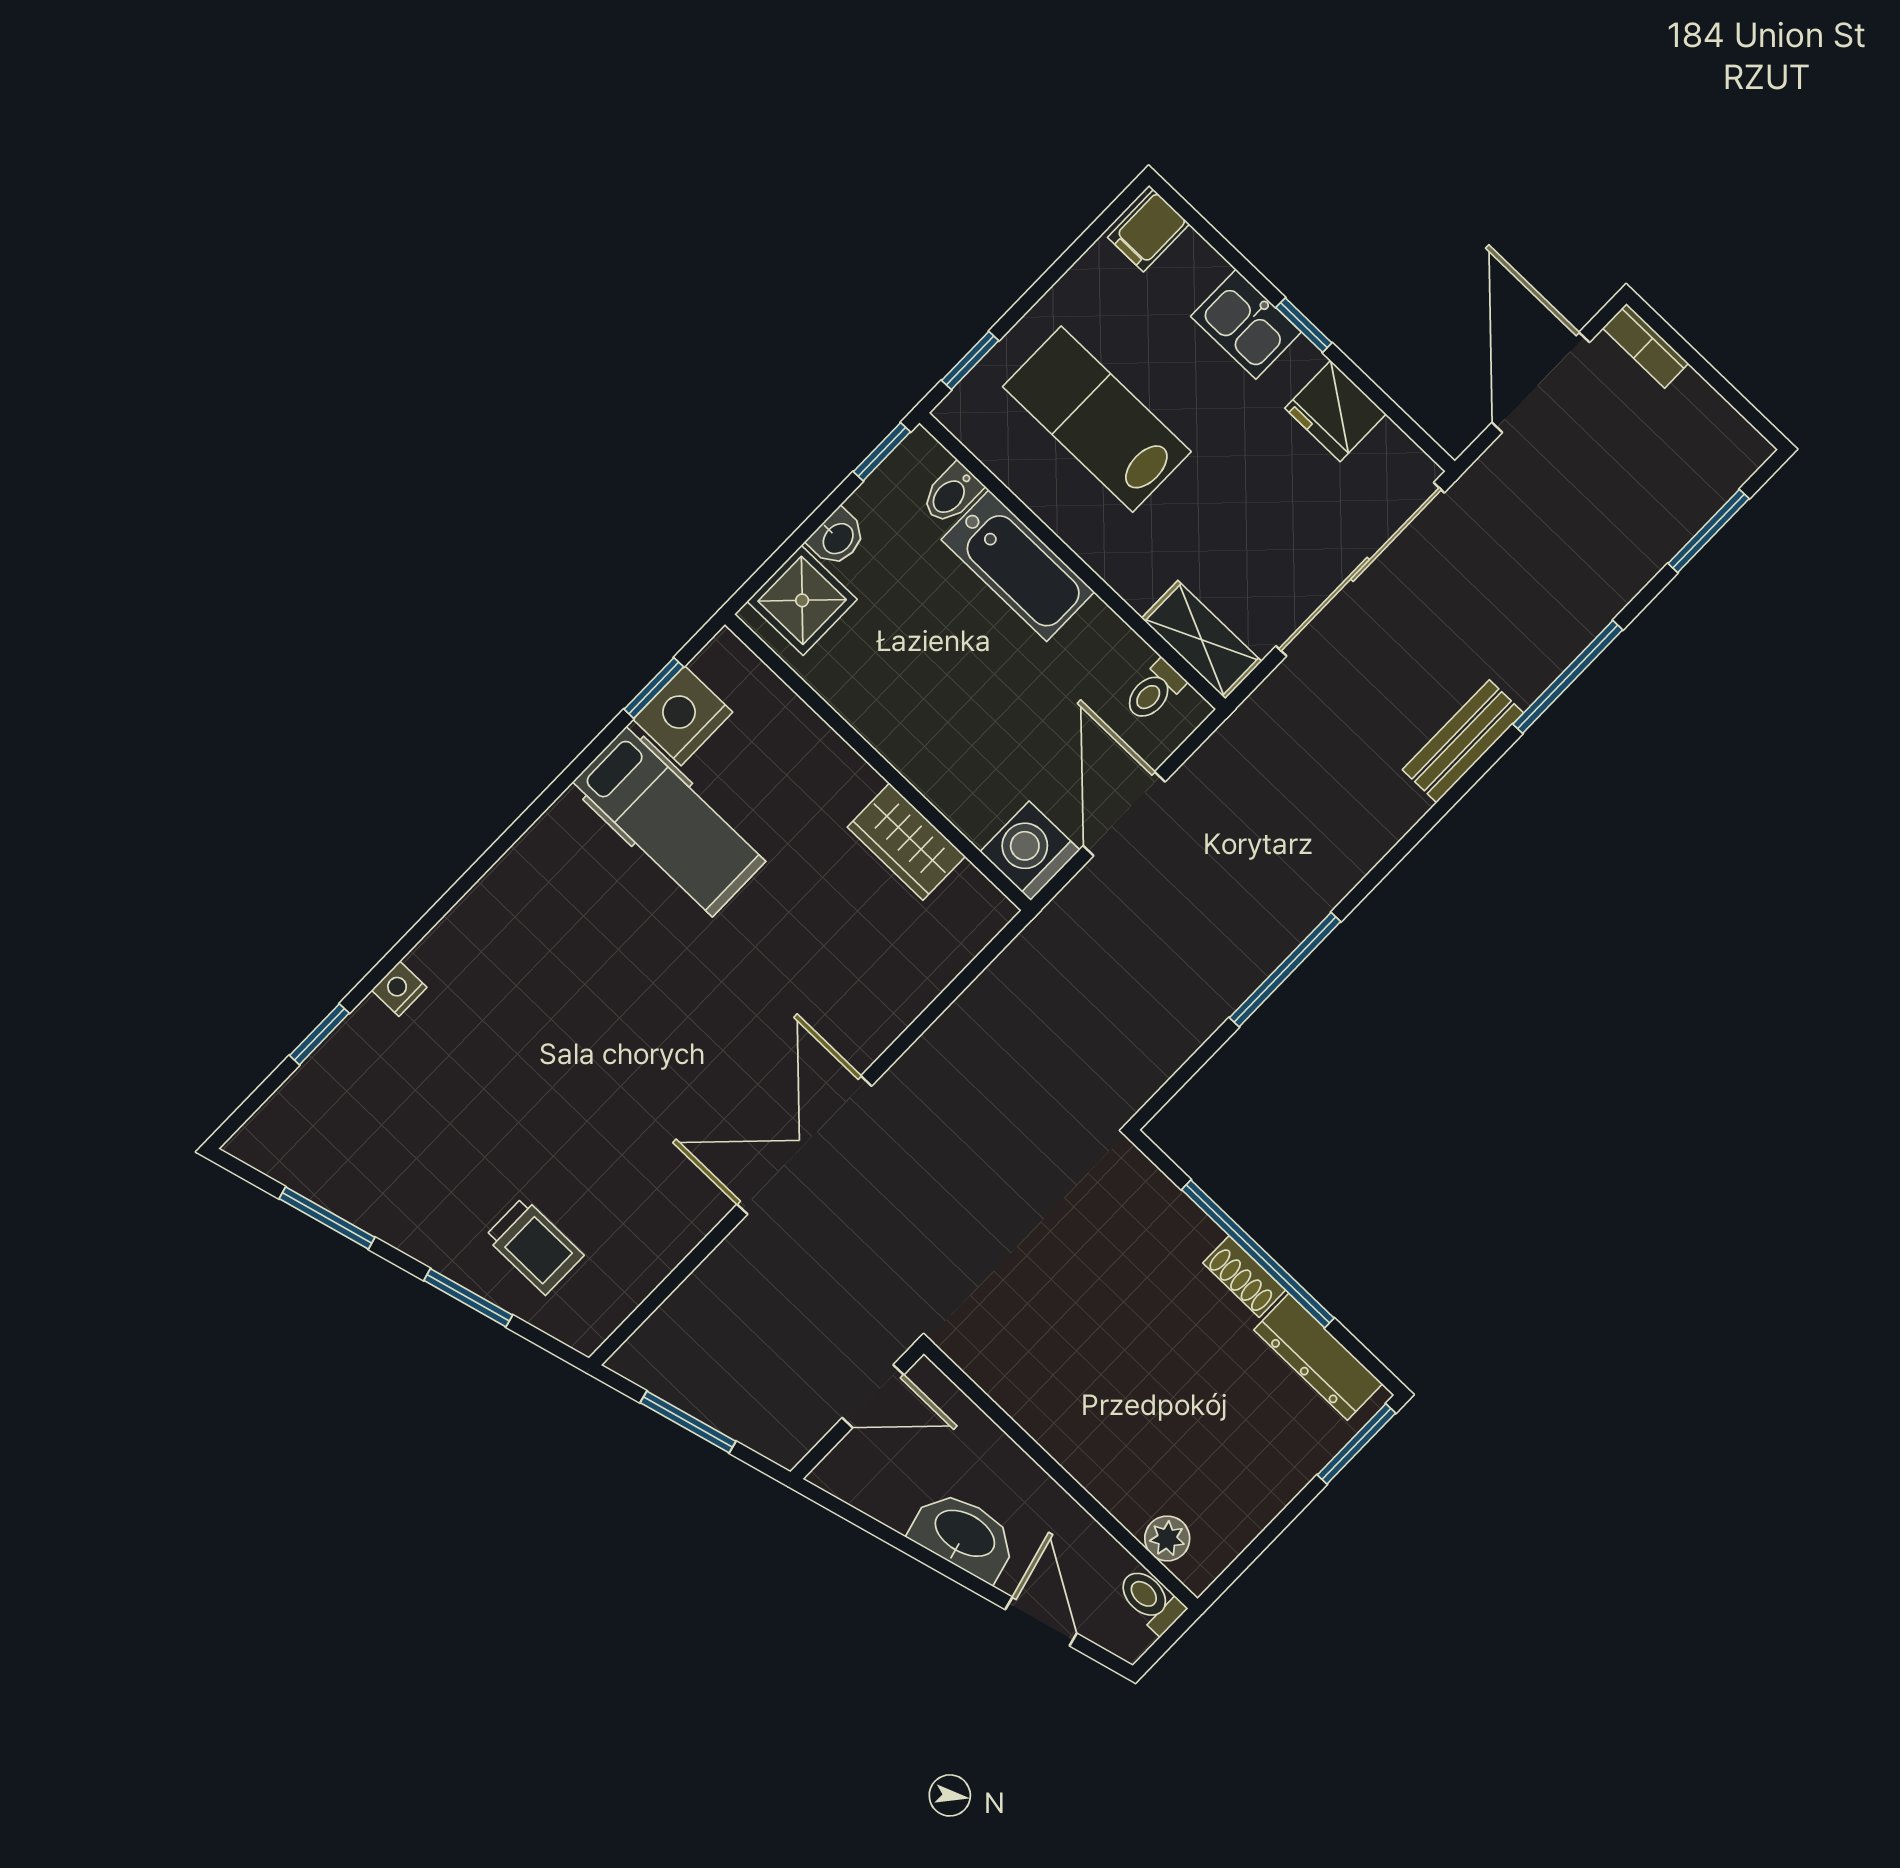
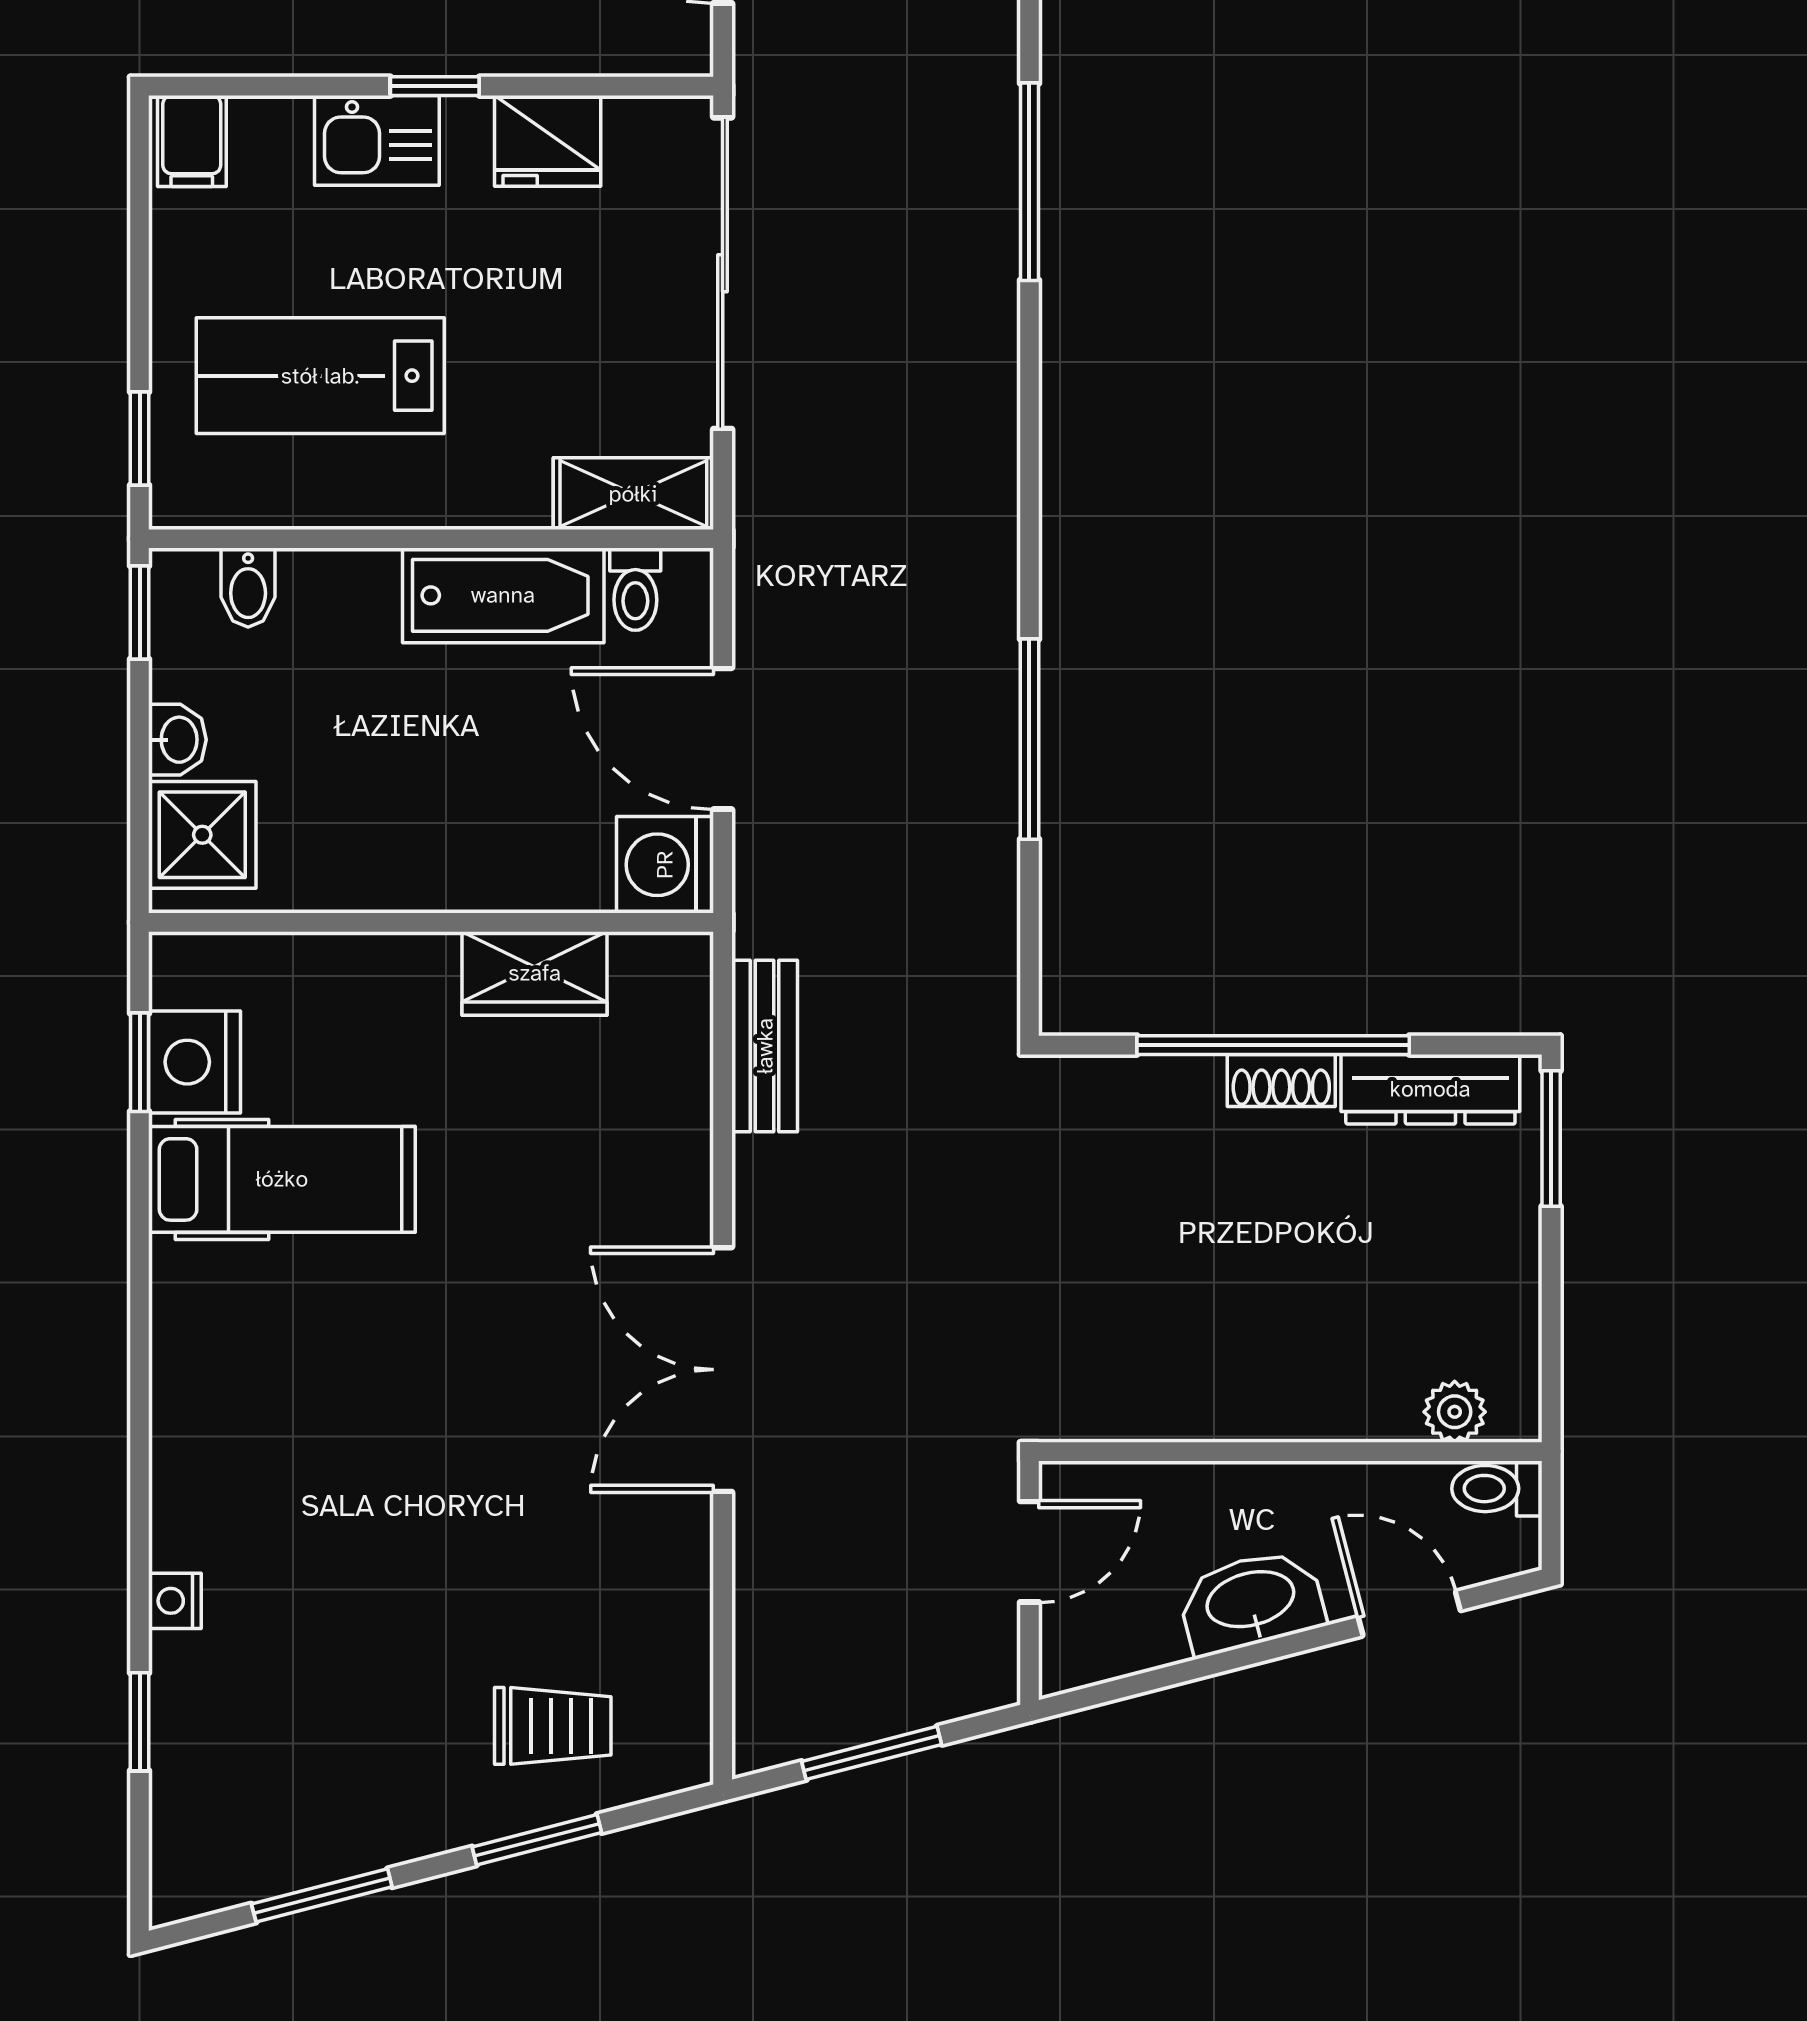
bathtub: (1018, 566) -> (503, 595), moved
bench: (1463, 741) -> (765, 1046), moved

